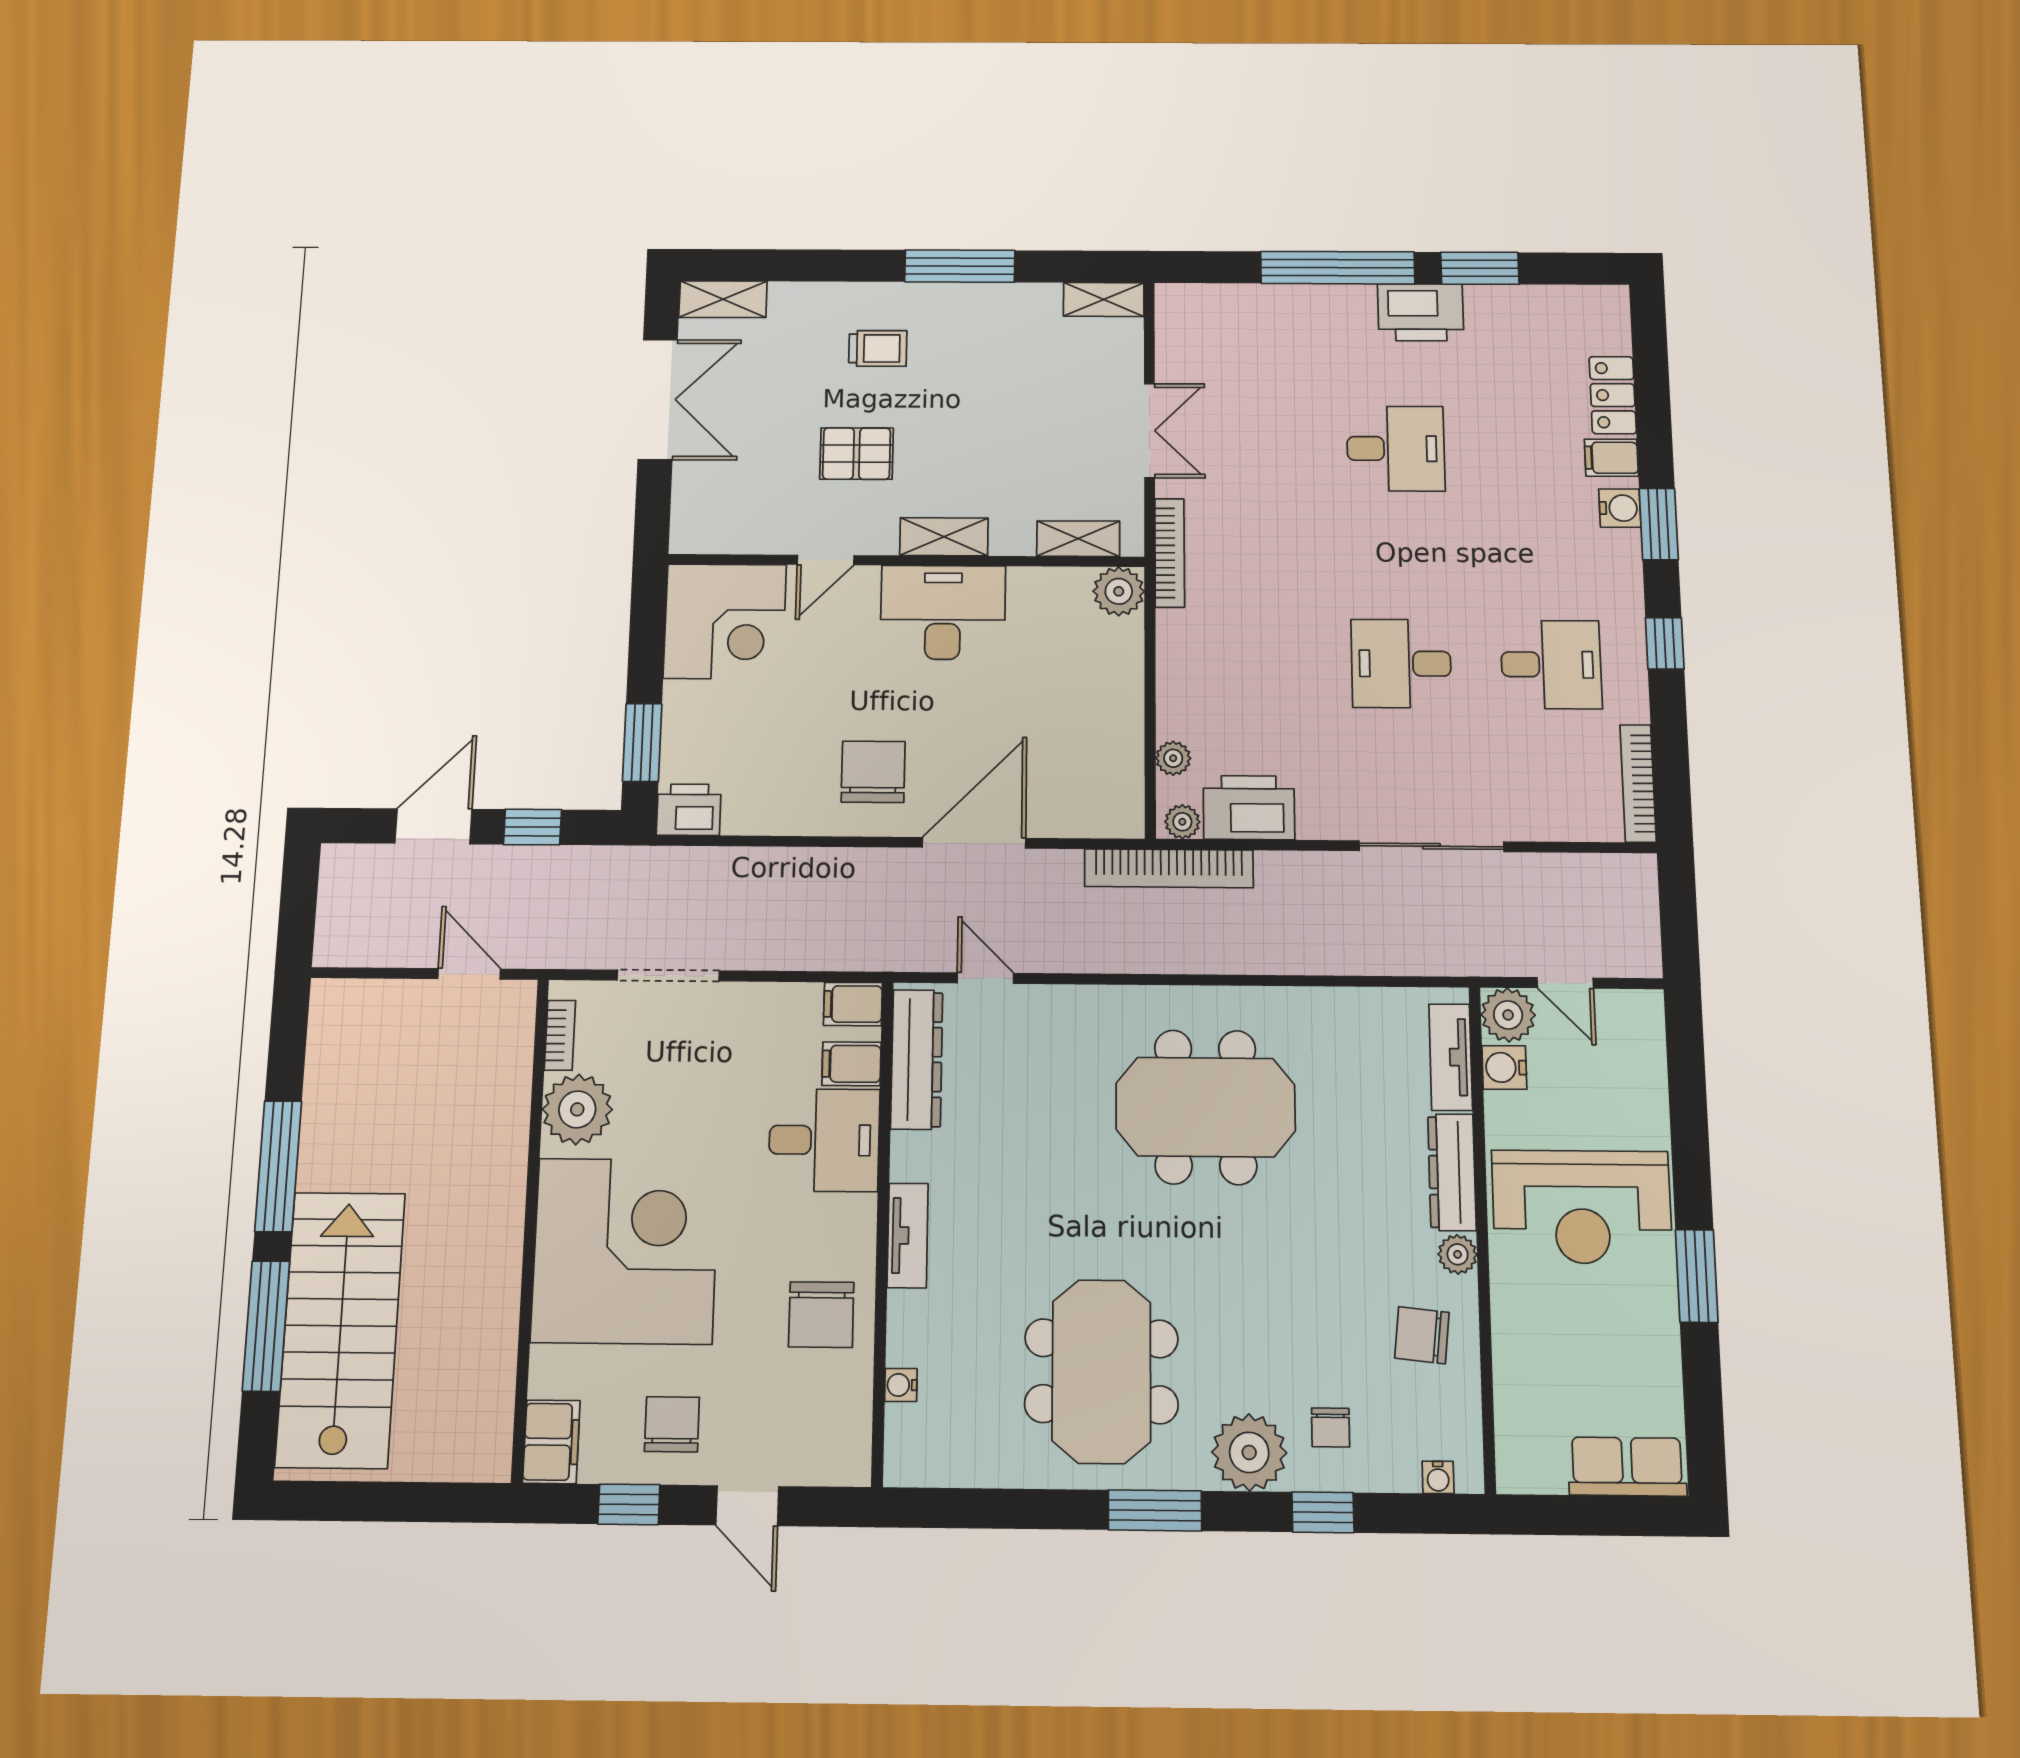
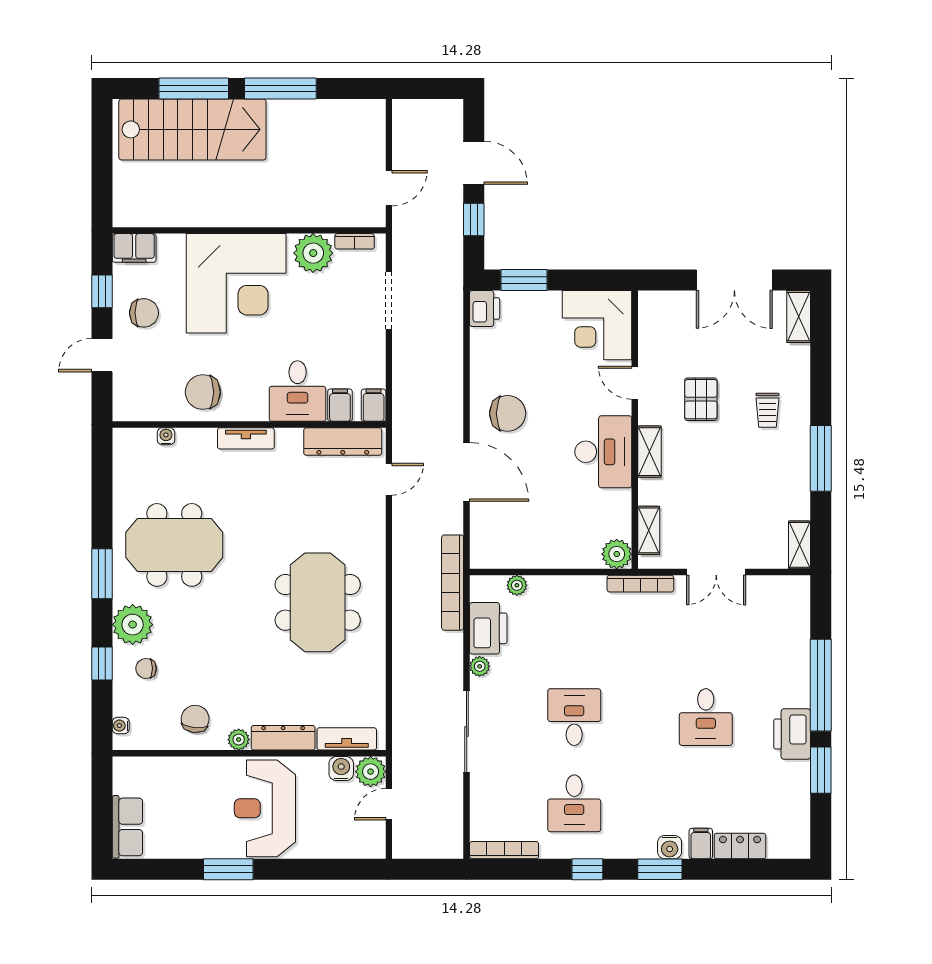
plant: (1182, 822) -> (480, 666), moved

